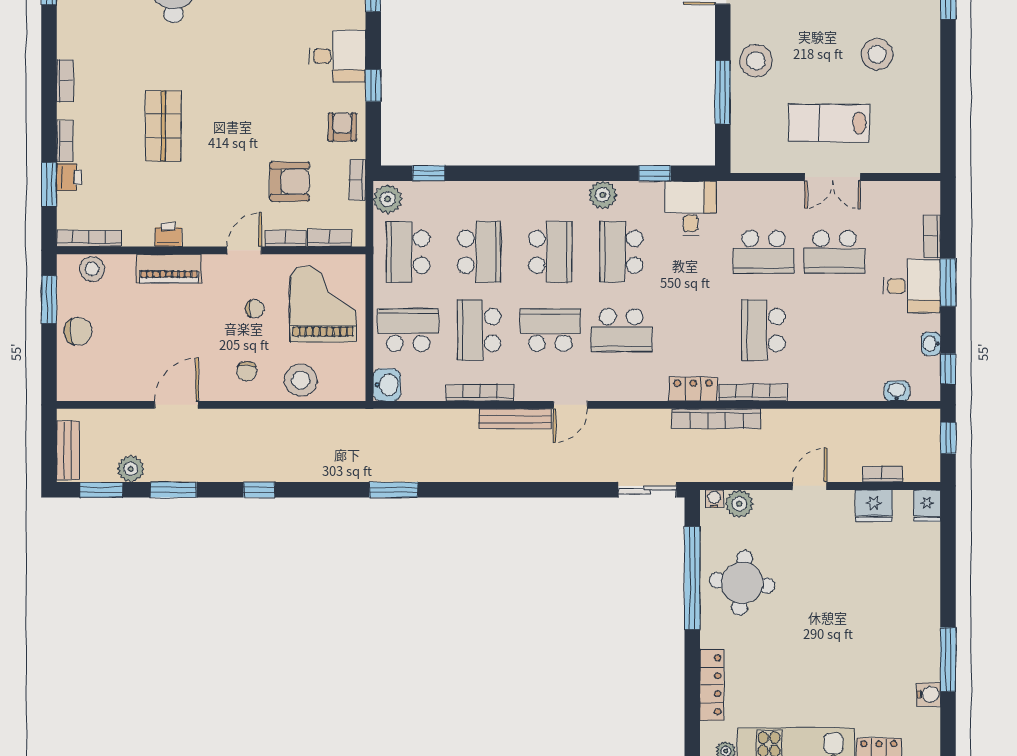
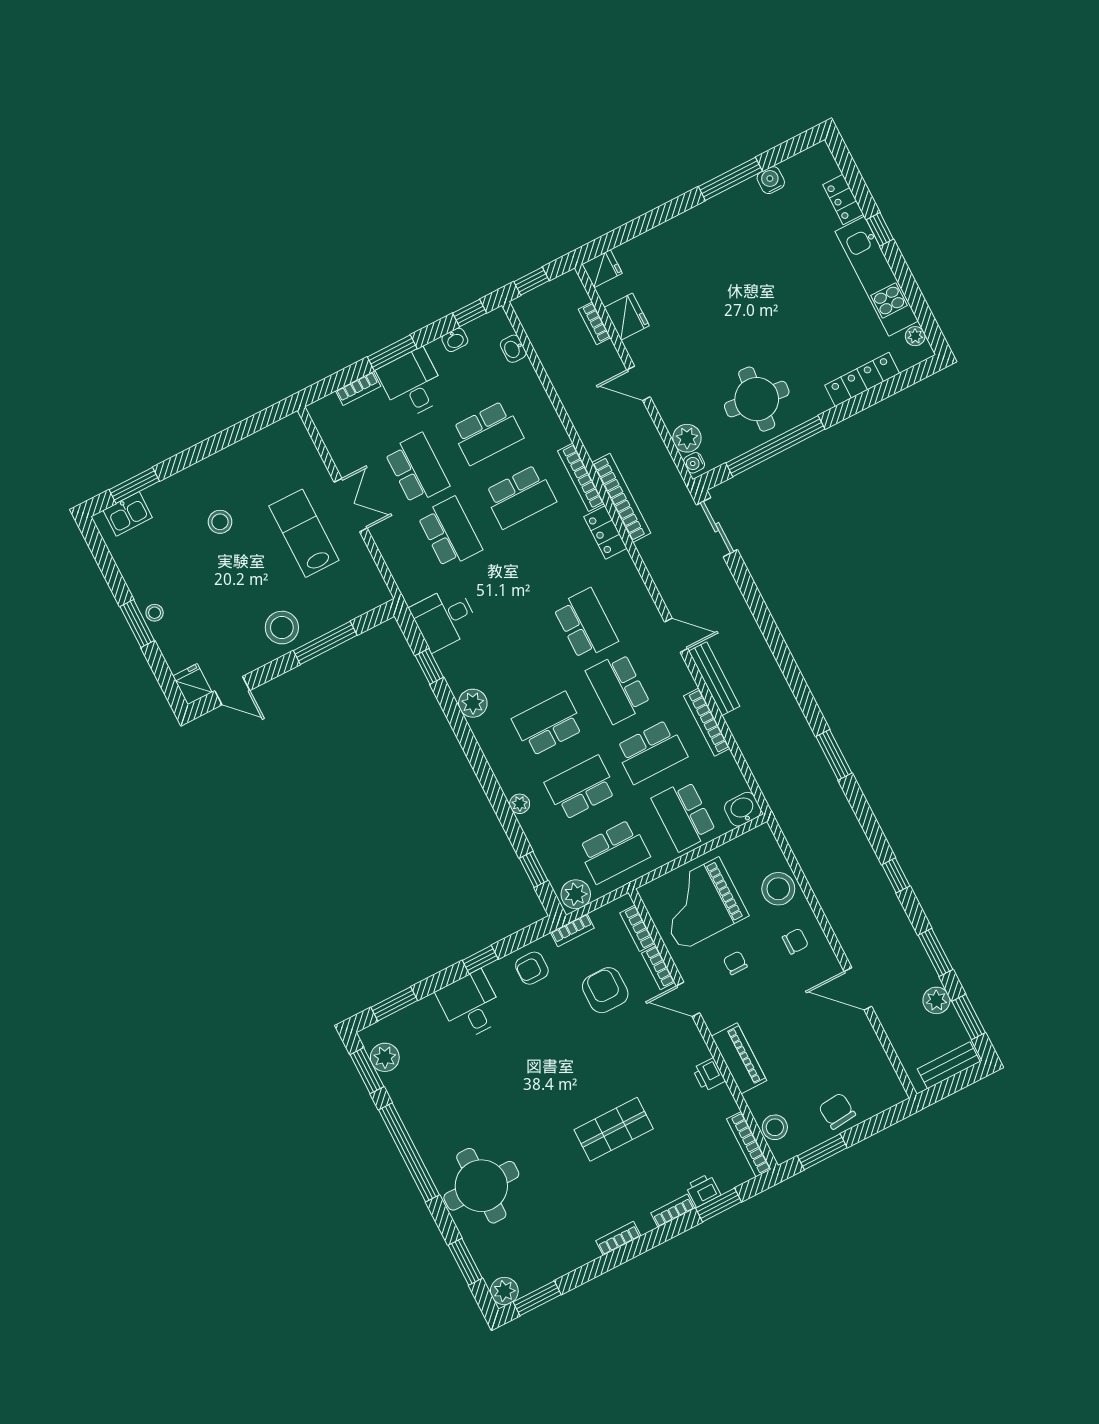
stool: (877, 54) -> (220, 522), width x0.73, depth x0.73
lab bench: (829, 123) -> (304, 533), turned 180
plant: (493, 191) -> (520, 804), added
school desk: (621, 252) -> (487, 433), moved

